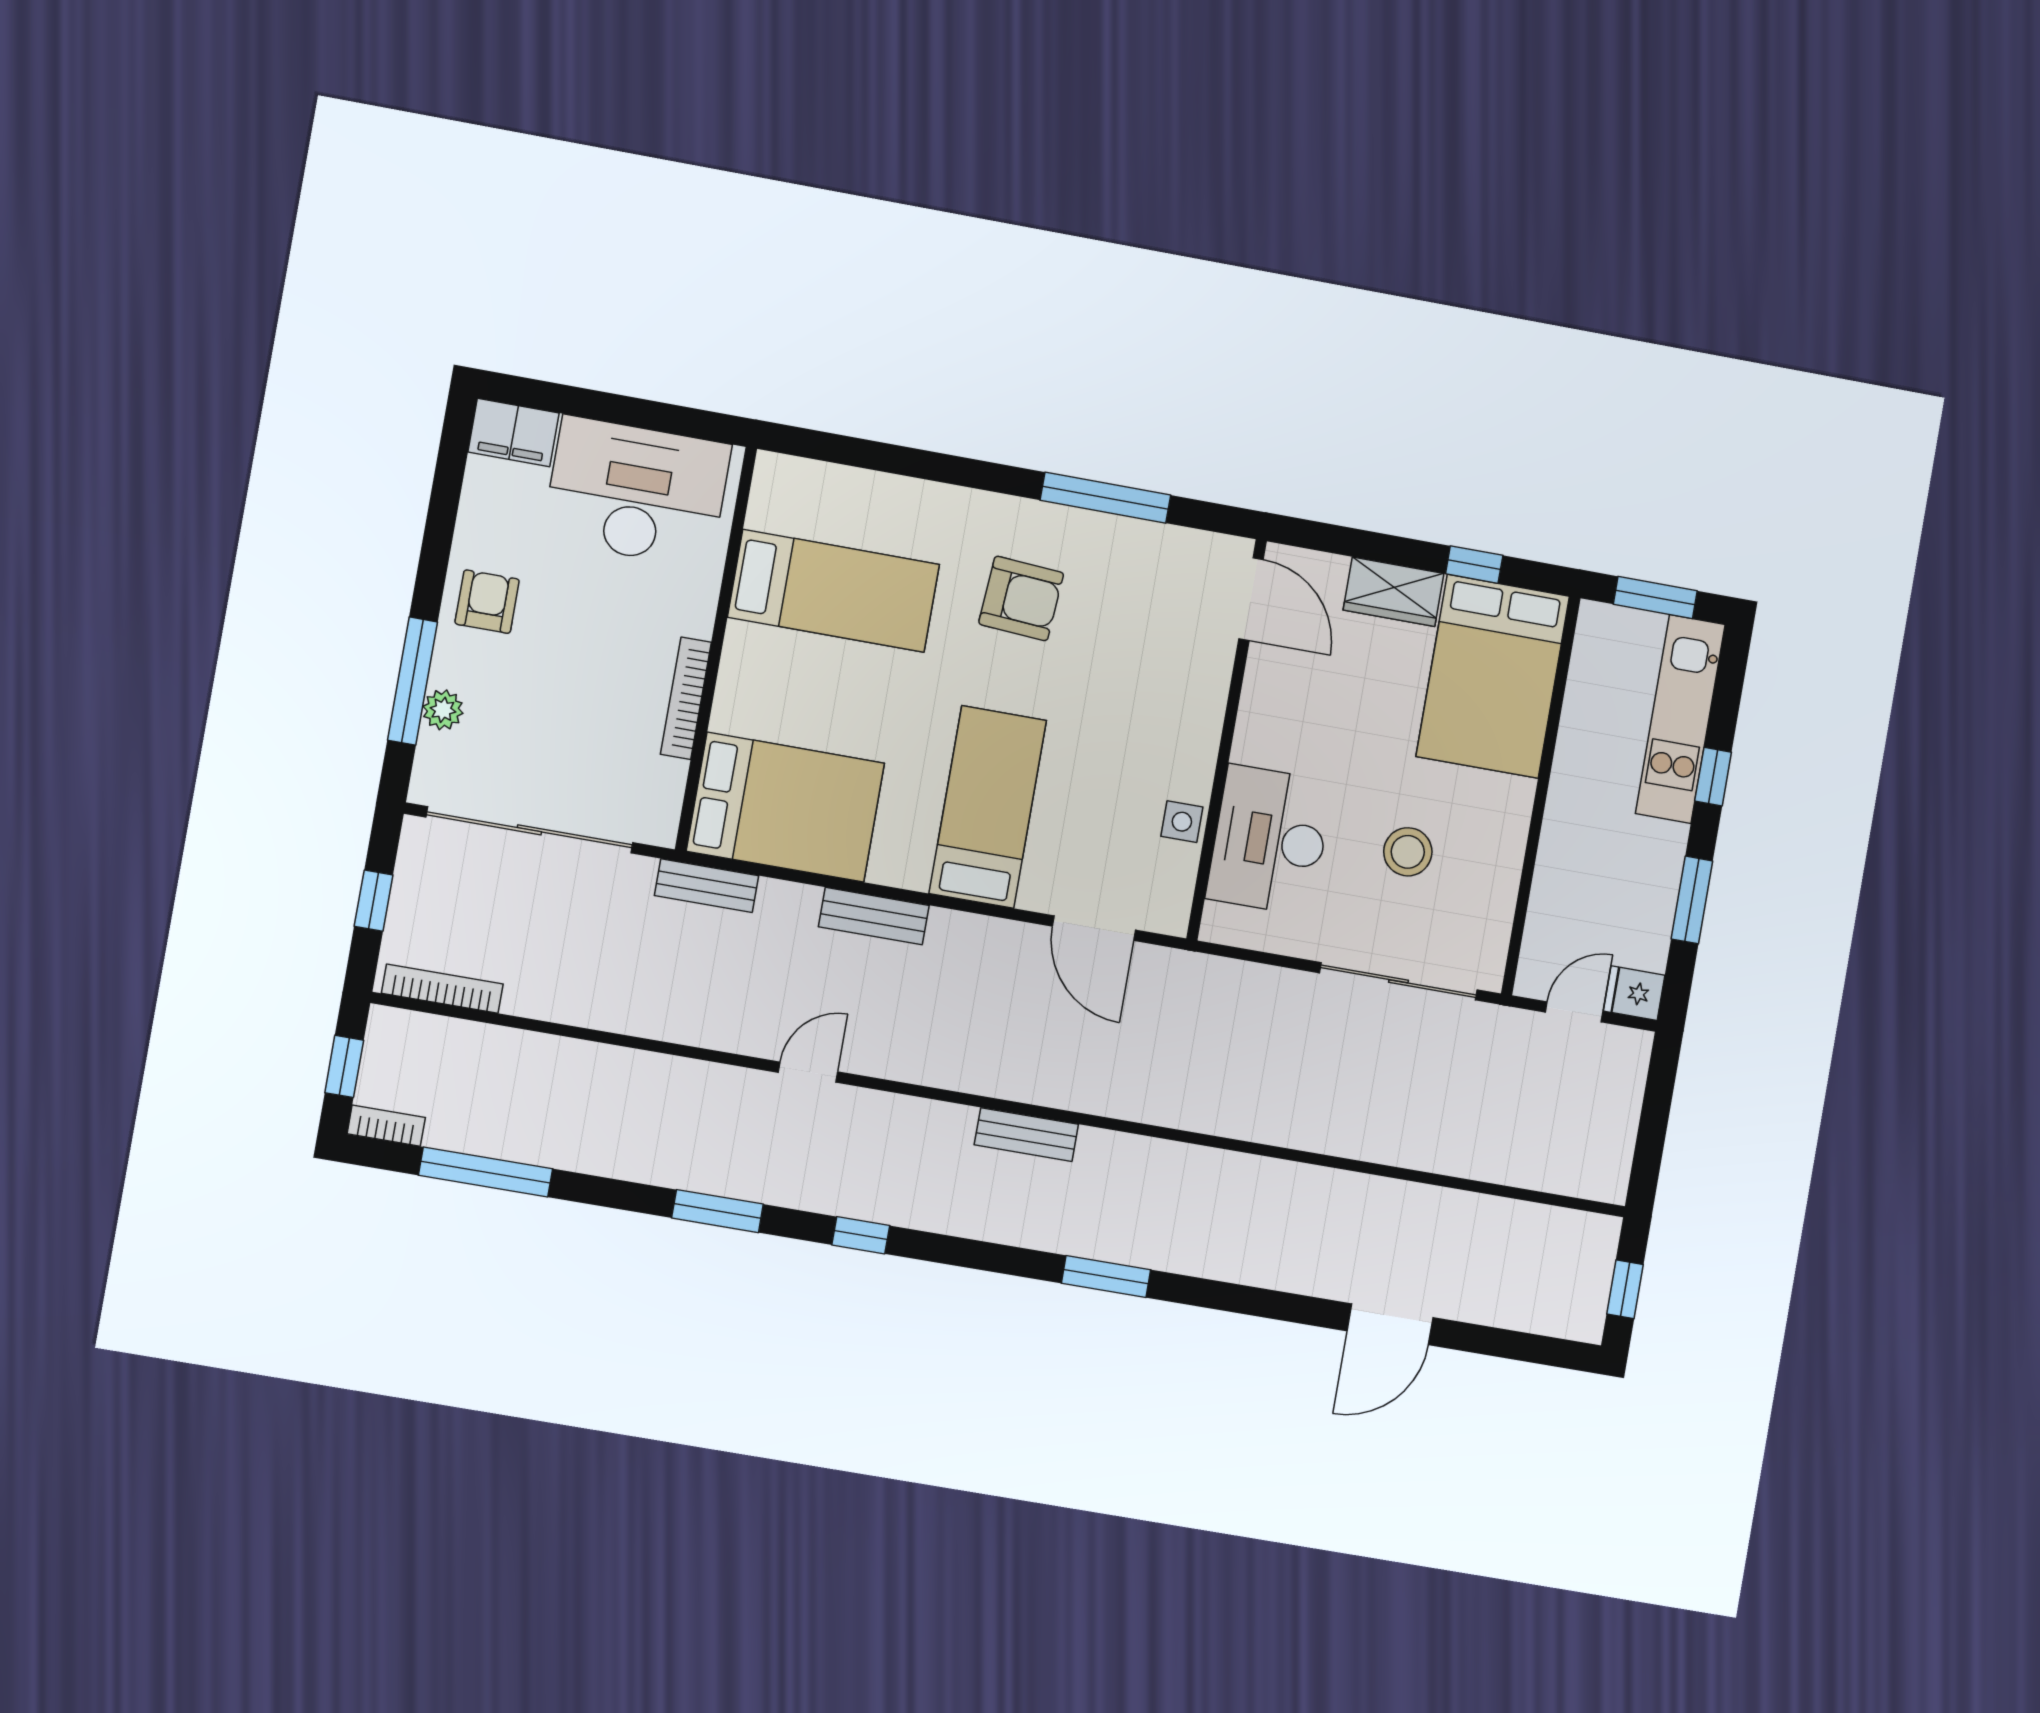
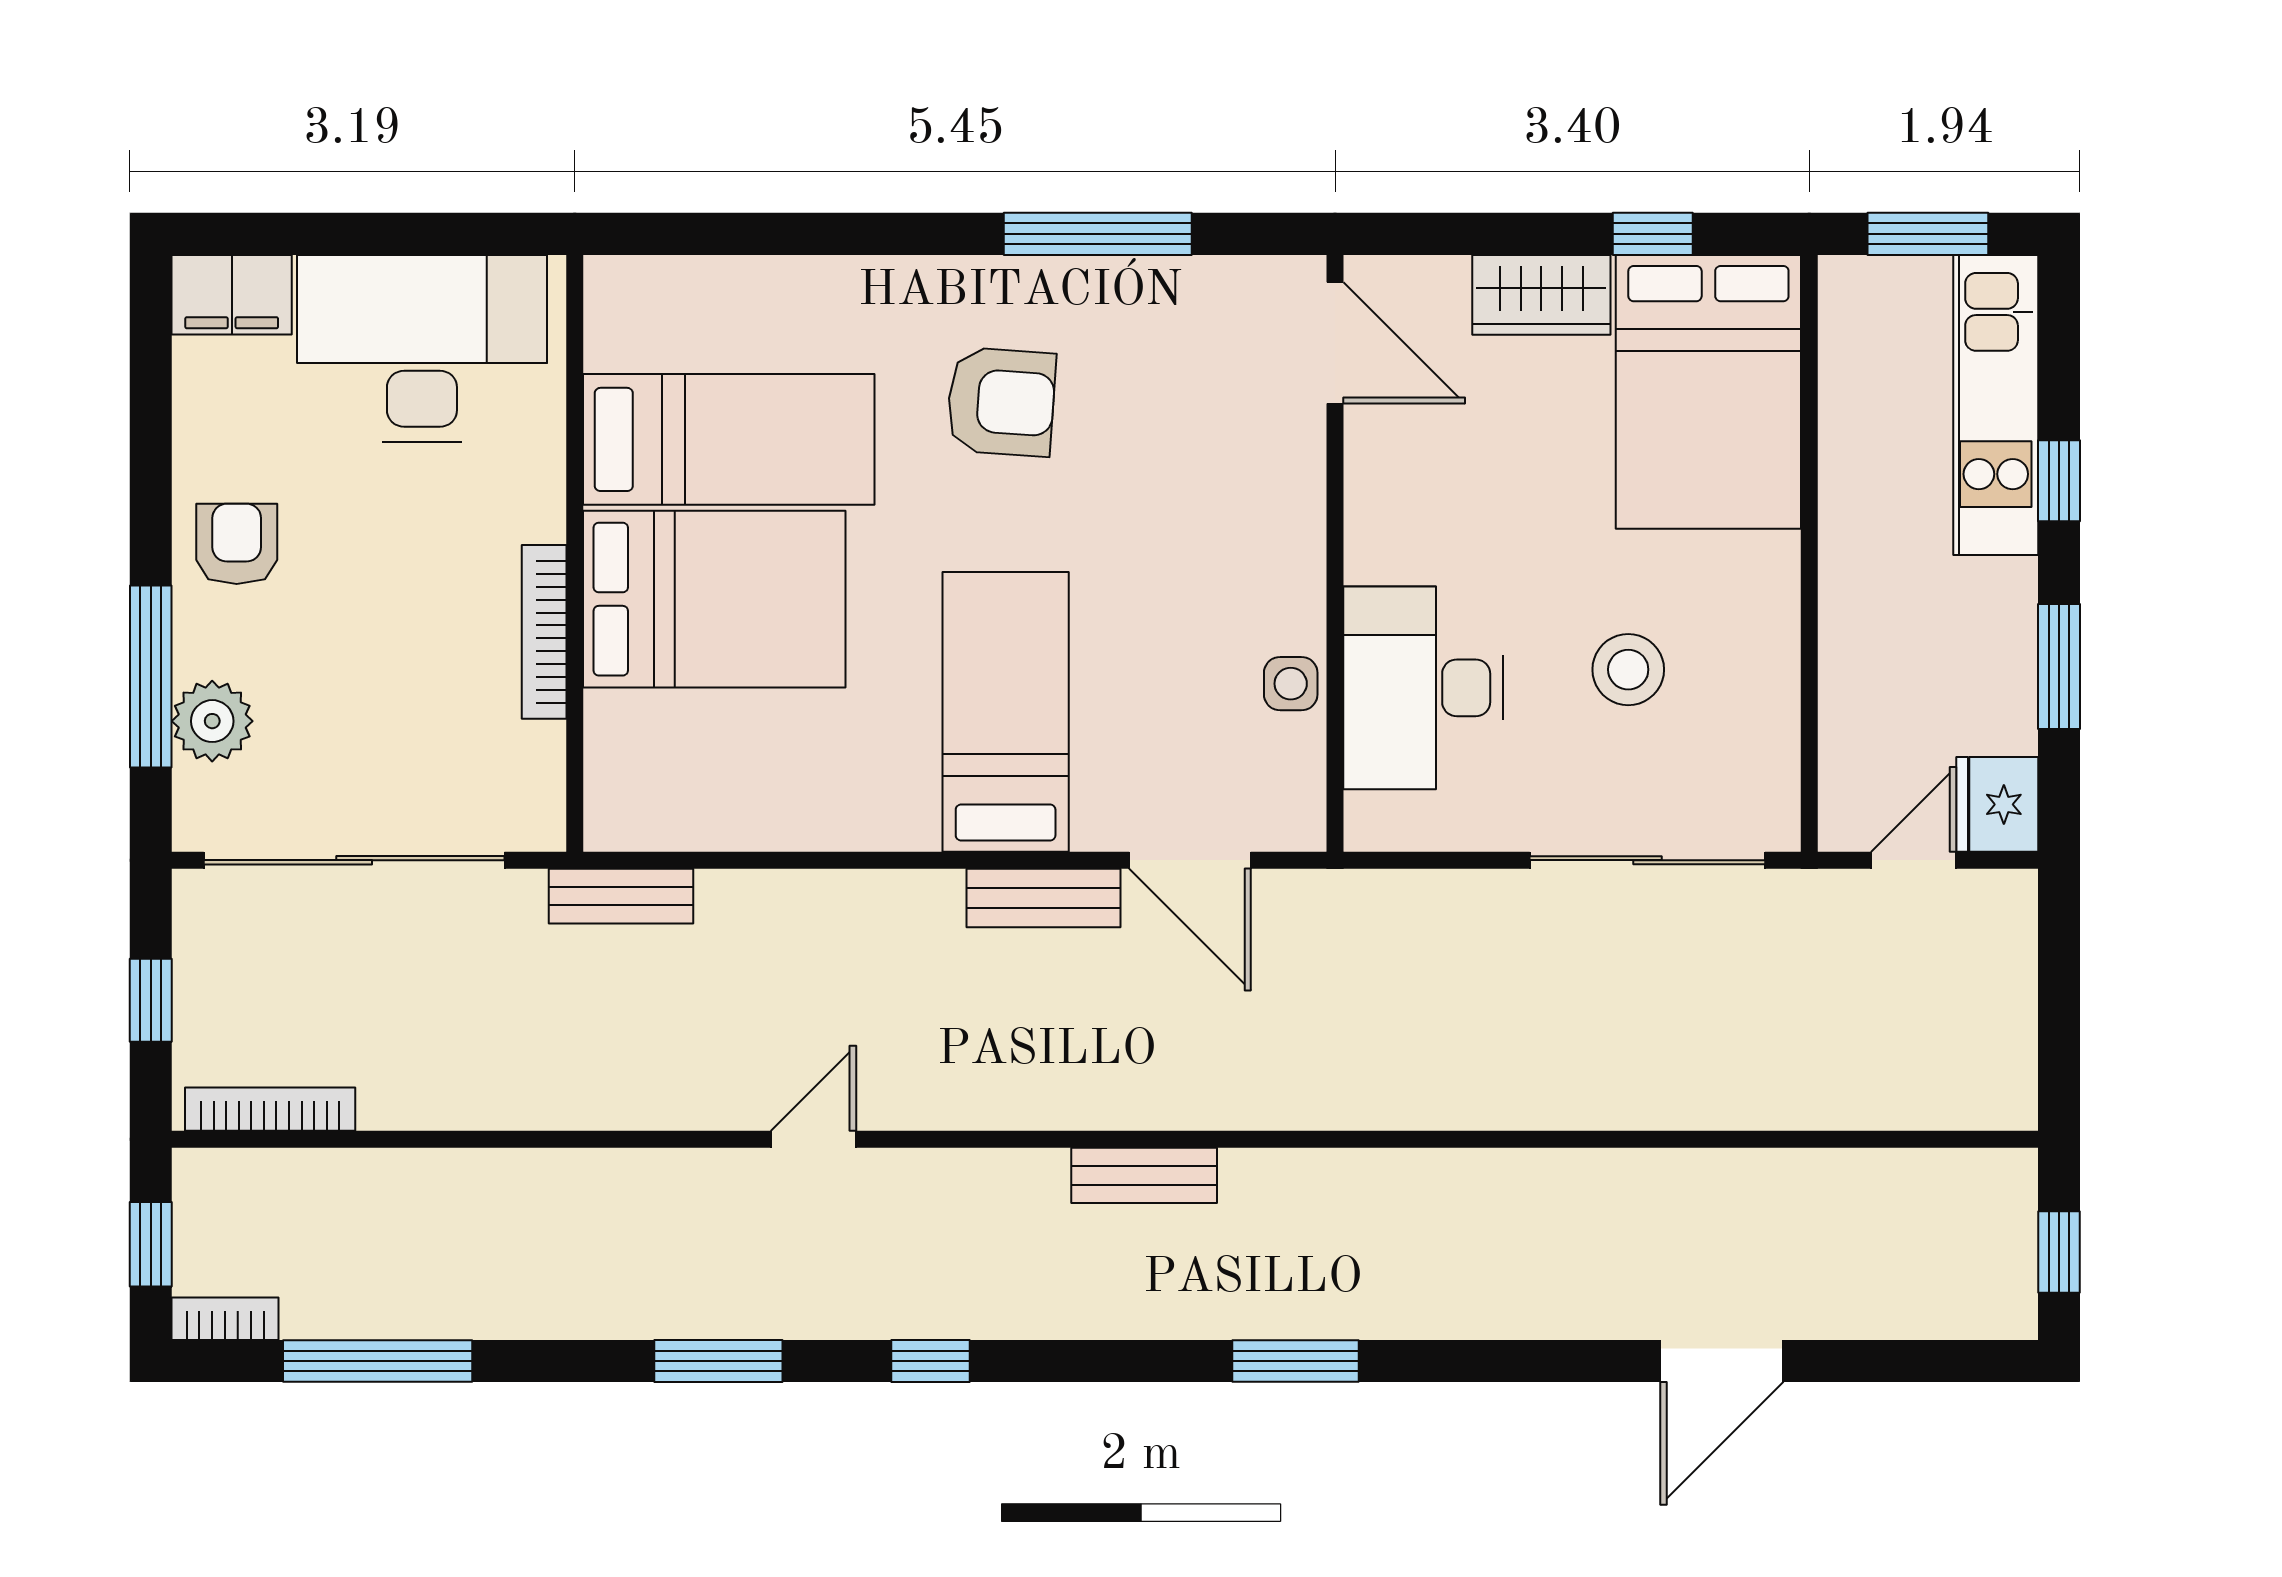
plant: (443, 710) -> (212, 721), width x1.38, depth x1.38
bed: (785, 807) -> (714, 599), moved
bench: (874, 916) -> (1044, 898), moved
fridge: (1634, 993) -> (1997, 804), width x1.38

